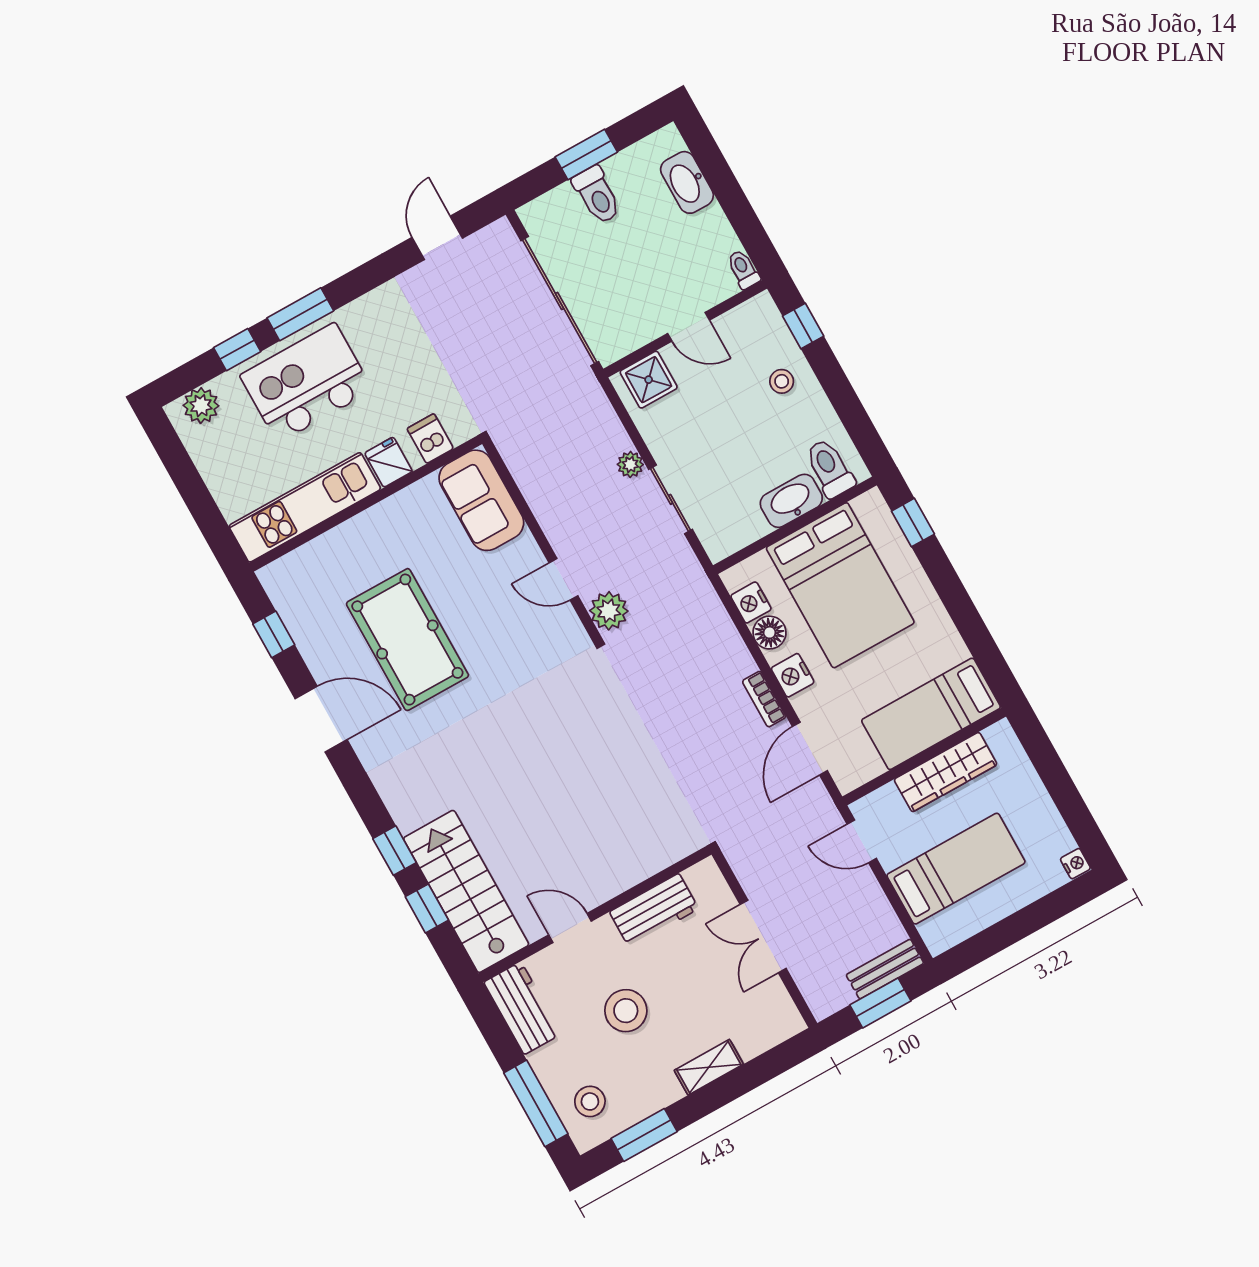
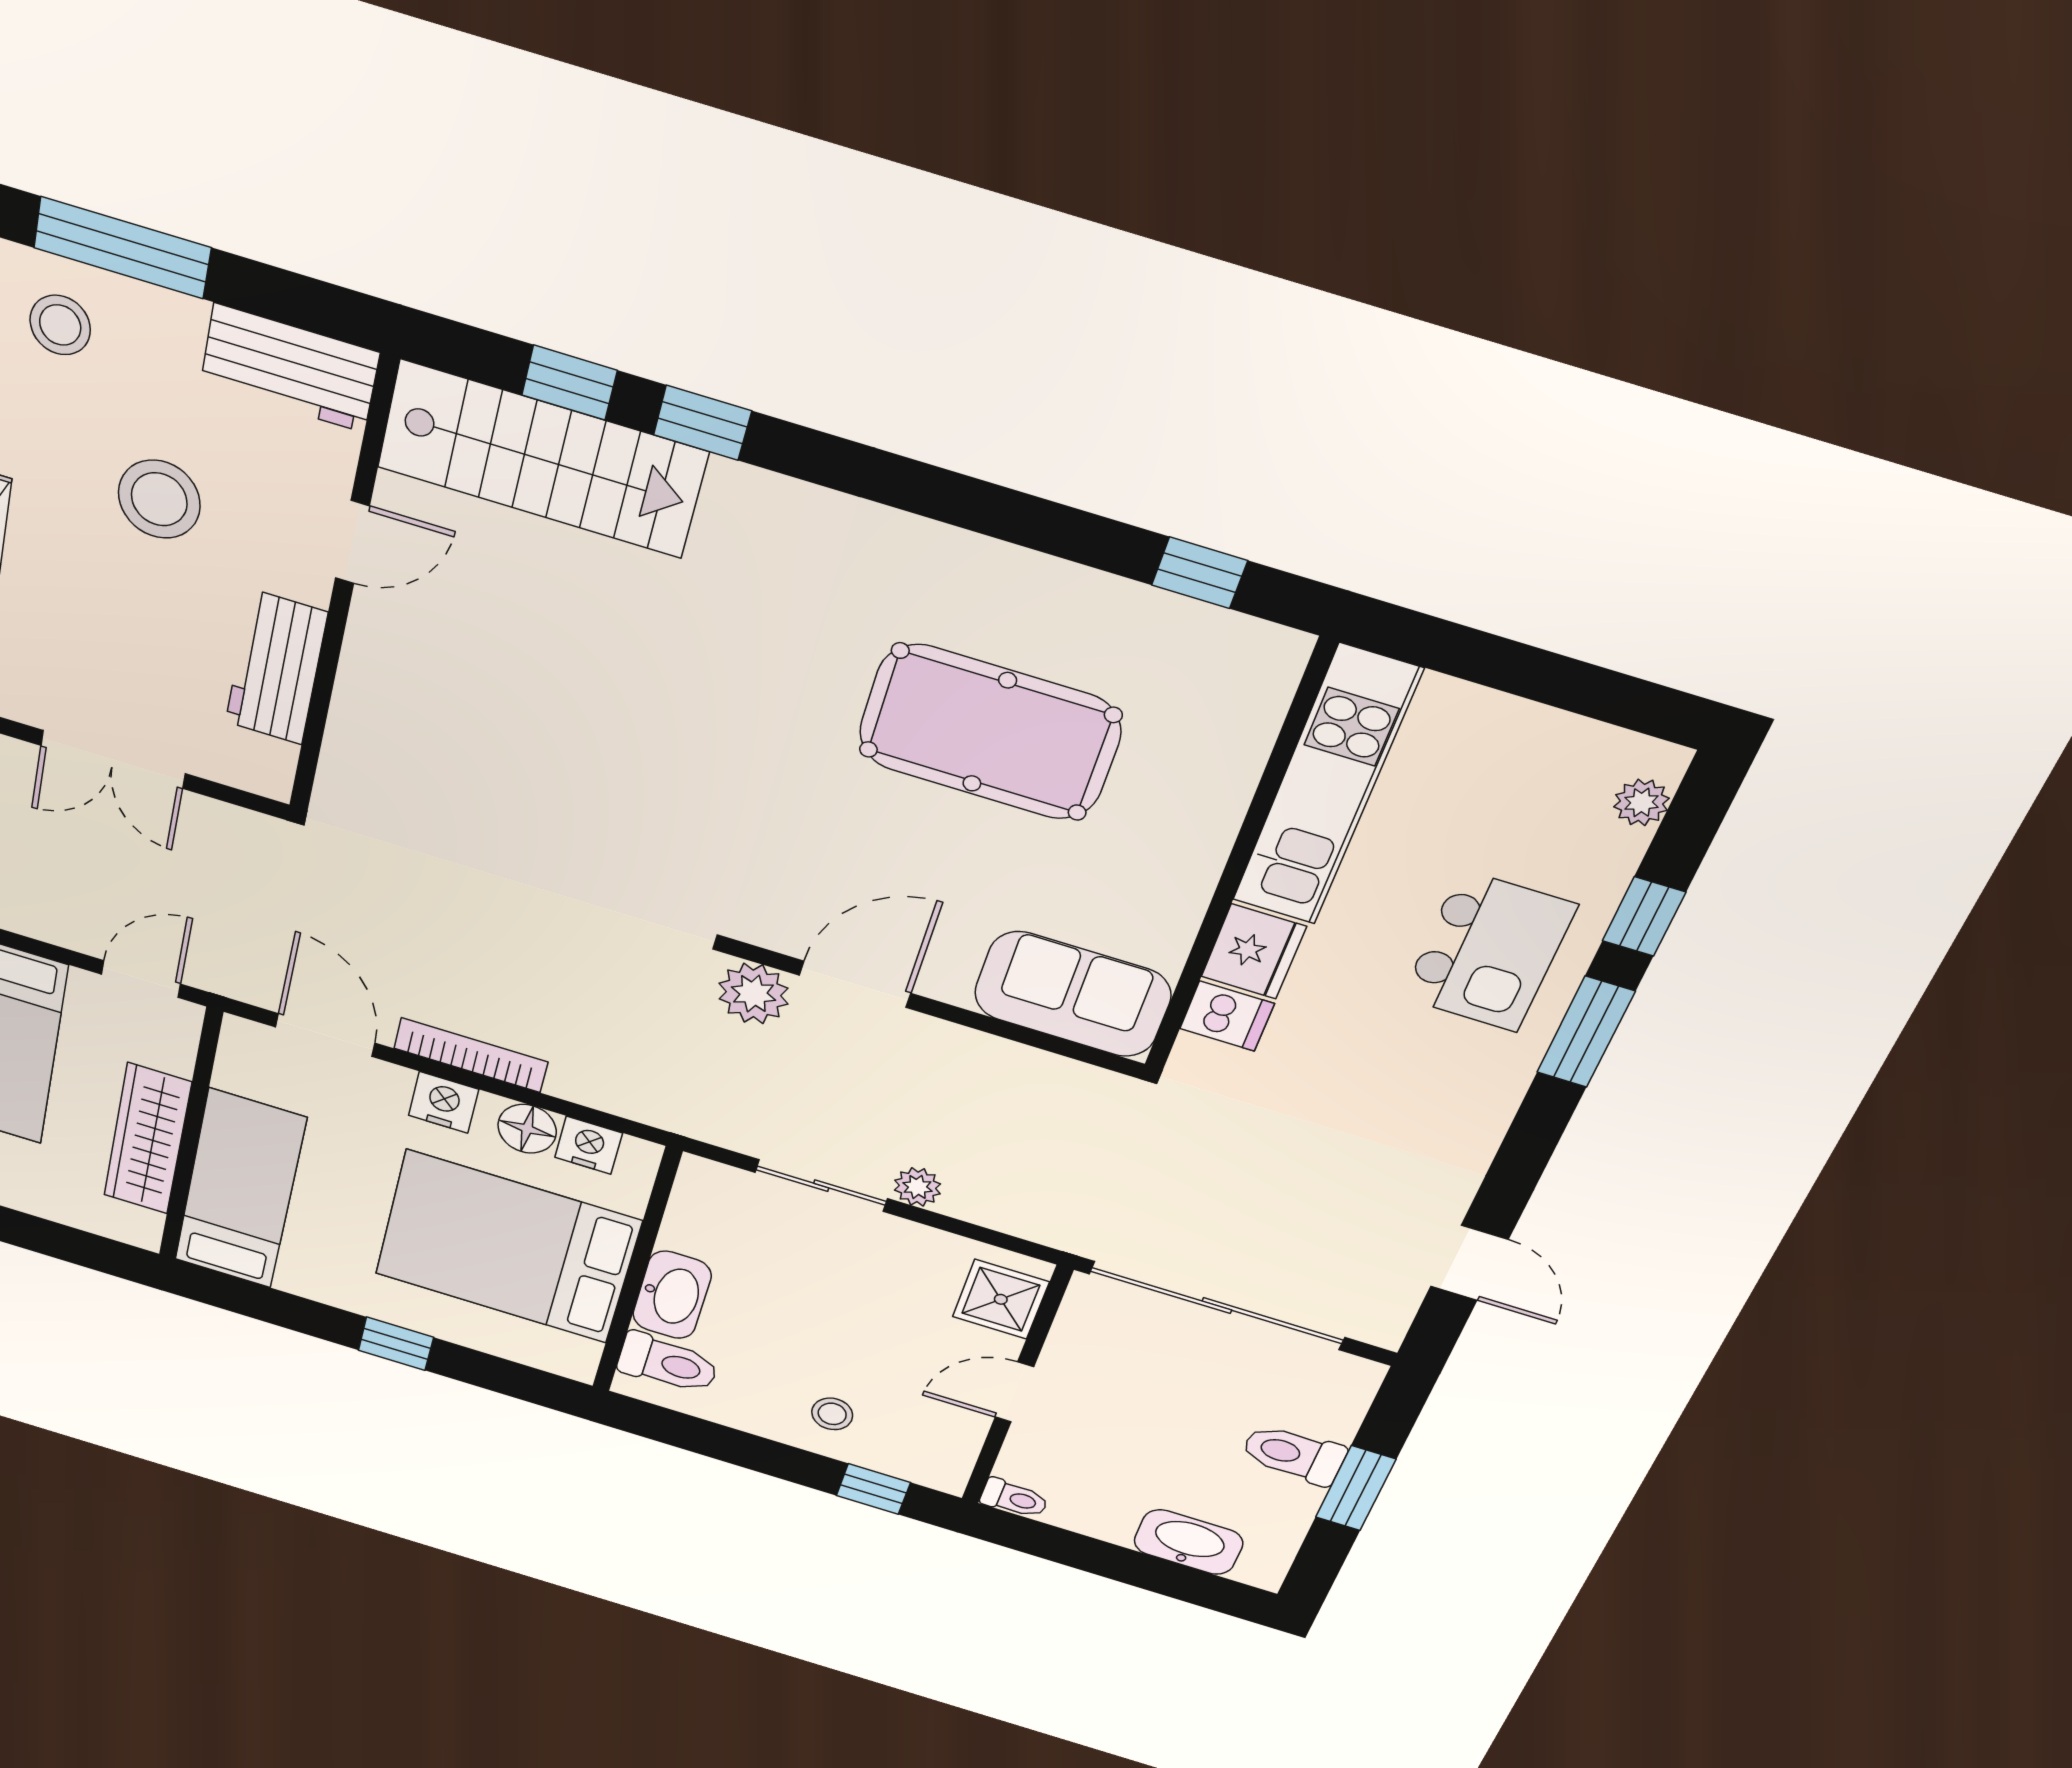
kitchen island: (306, 383) -> (1489, 951), width x0.73, depth x0.78
plant: (201, 406) -> (1641, 802), width x0.73, depth x0.73
fridge: (388, 462) -> (1254, 952), width x1.38
window: (913, 523) -> (396, 1344), moved
door: (563, 579) -> (855, 984), width x1.38
bookcase: (764, 699) -> (471, 1055), width x1.56
door: (321, 719) -> (1004, 514), removed
double door: (763, 936) -> (113, 759), swing flipped

